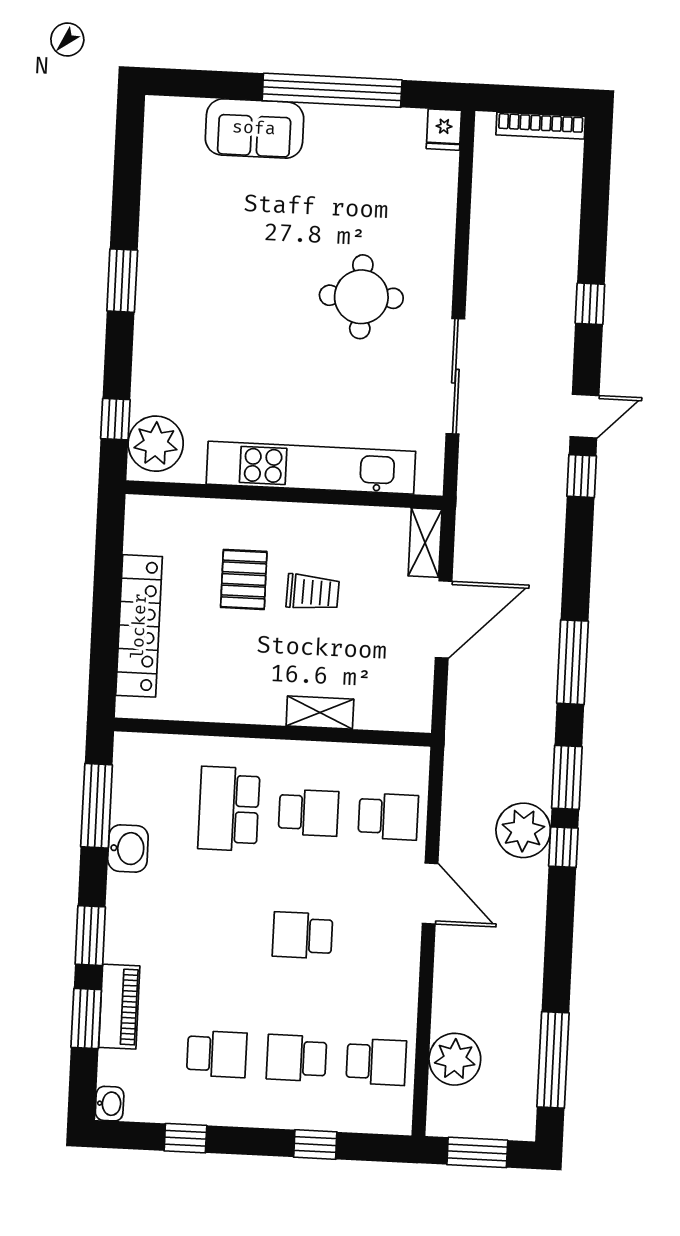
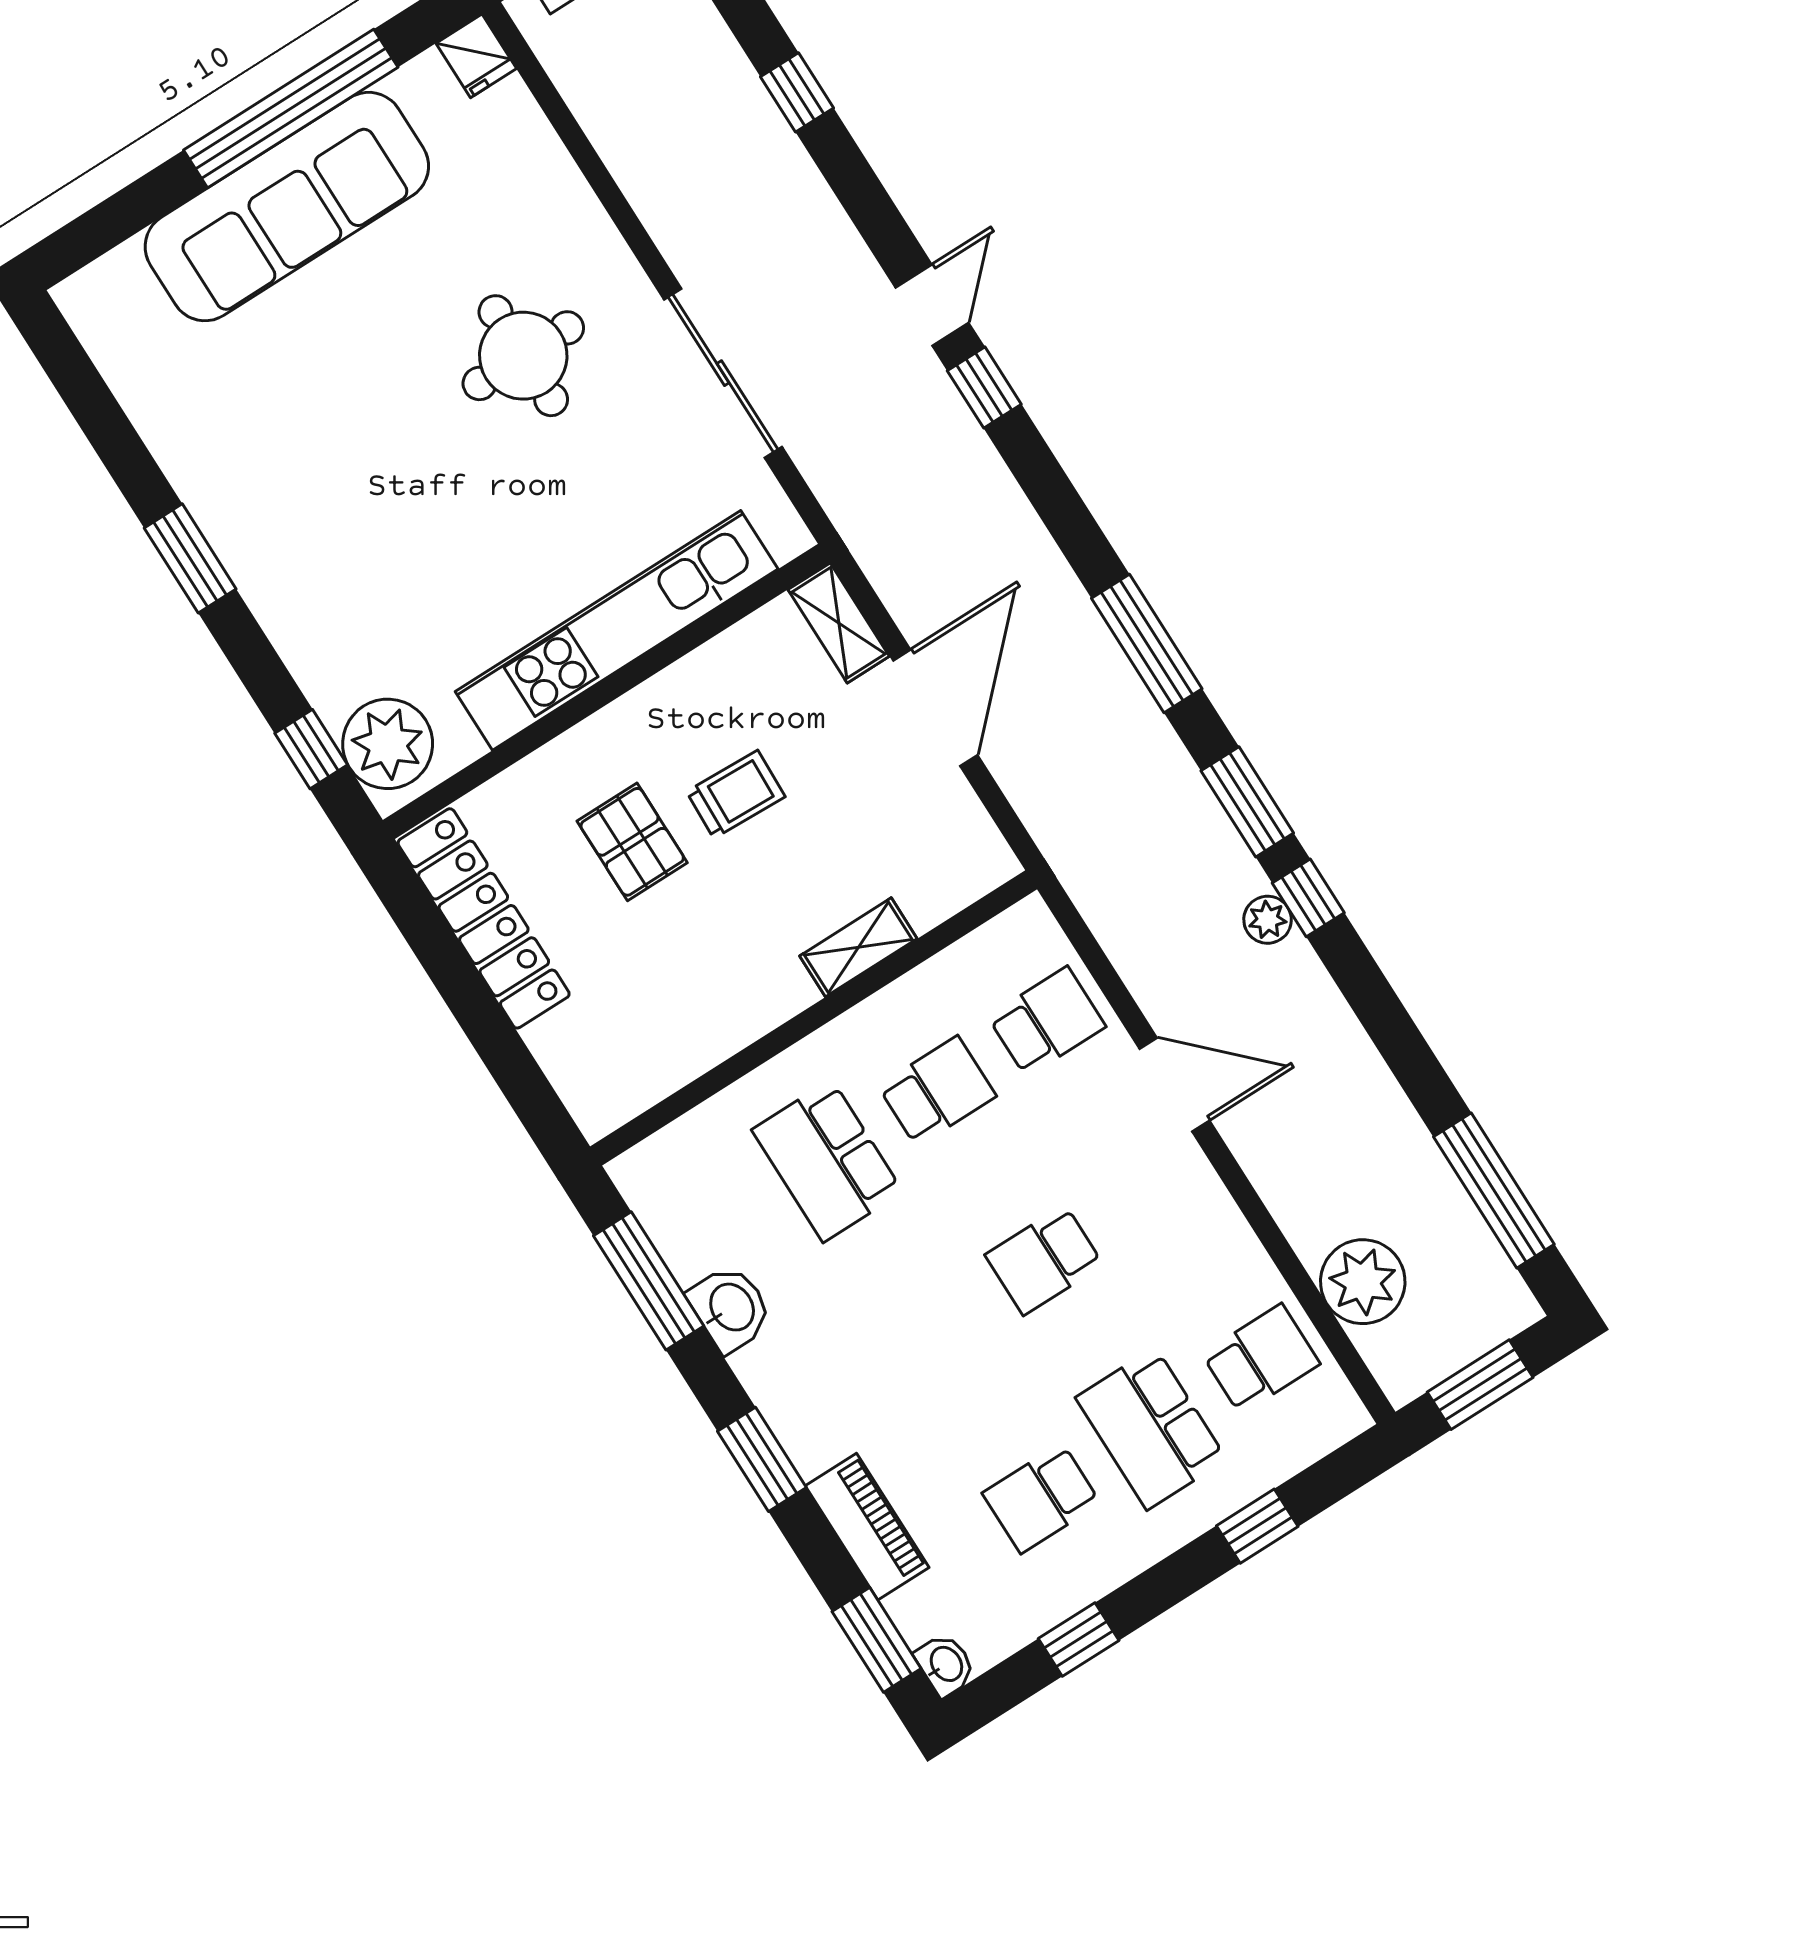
sofa: (254, 128) -> (287, 207), width x1.85, depth x1.27
window: (590, 304) -> (797, 92), moved
locker: (139, 626) -> (484, 918), moved
plant: (523, 830) -> (1268, 920), width x0.53, depth x0.53
window: (86, 1019) -> (877, 1640), moved
school desk: (217, 1054) -> (1041, 1498), turned 180
school desk: (297, 1058) -> (1151, 1429), width x1.85

